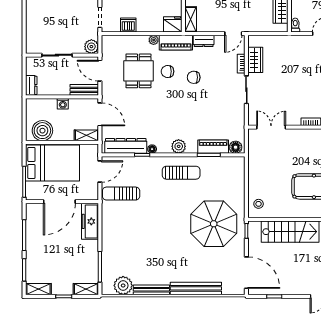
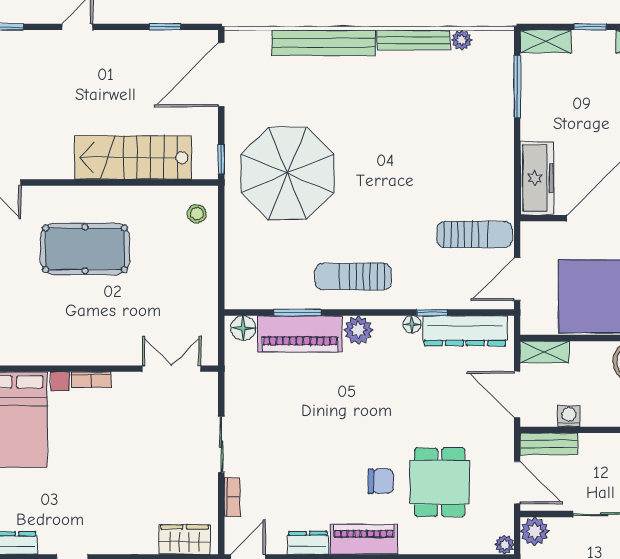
plant: (154, 40) -> (505, 545), moved
wardrobe: (255, 60) -> (185, 539), moved, turned 90
chair: (194, 77) -> (328, 469), removed
washing machine: (63, 104) -> (569, 416), moved
double door: (271, 127) -> (172, 369), swing flipped
piano: (213, 147) -> (300, 334), width x1.37, depth x1.33
door: (246, 273) -> (221, 75), hinge flipped
plant: (123, 286) -> (462, 40), width x0.53, depth x0.53

